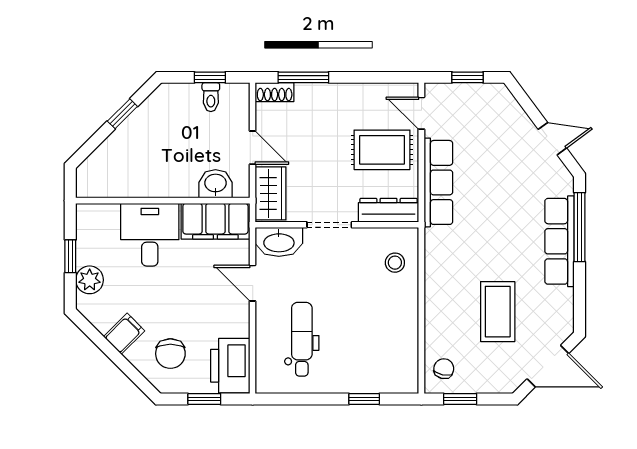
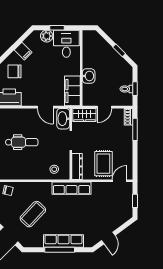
row of seats: (438, 182) -> (71, 188), moved
washbasin: (215, 184) -> (89, 76), moved
window: (579, 227) -> (60, 250), moved
desk: (150, 235) -> (66, 44), moved, turned -90
door: (253, 283) -> (45, 107), swing flipped
coffee table: (498, 312) -> (33, 214), turned -47
dental chair: (302, 339) -> (22, 142), moved

